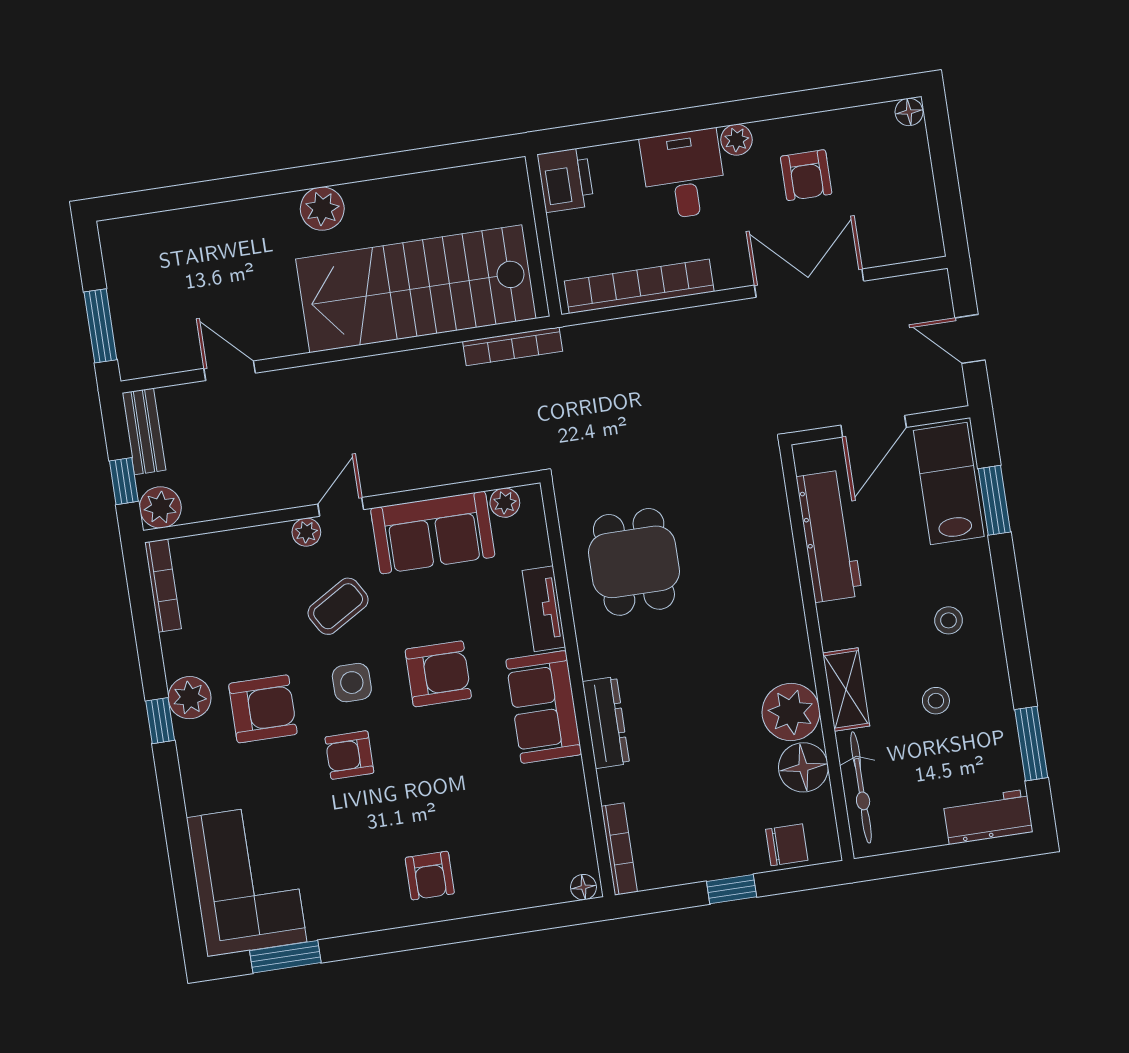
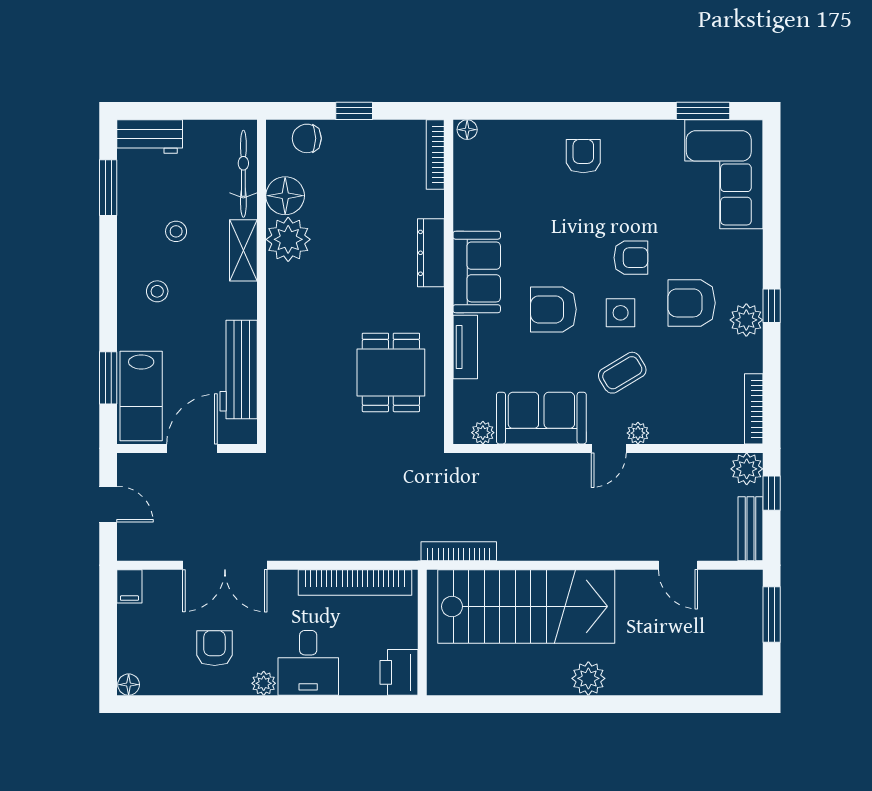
filing cabinet: (927, 238) -> (129, 586), added

